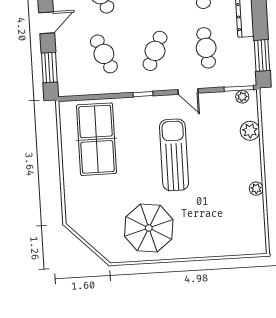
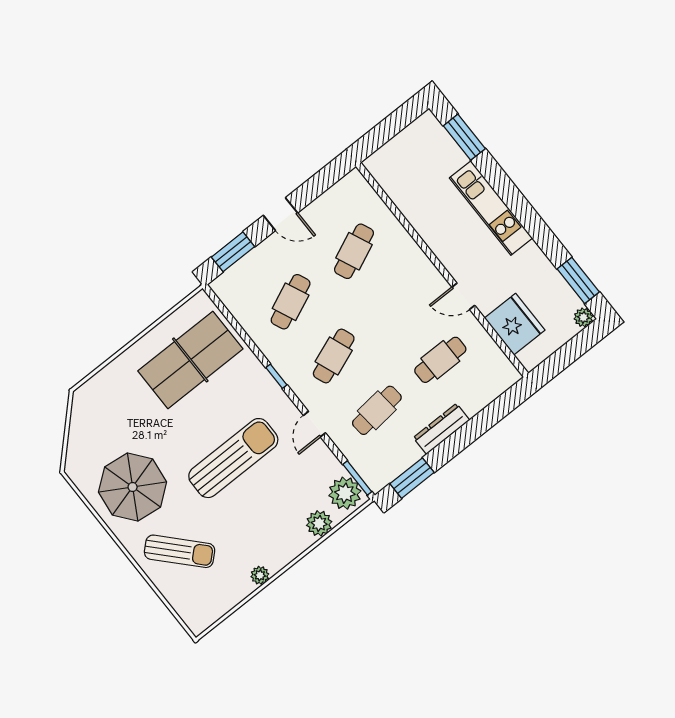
cafe table: (155, 51) -> (334, 356), turned -45
plant: (242, 97) -> (345, 493), width x1.87, depth x1.87
sun lounger: (208, 227) -> (180, 551), added

